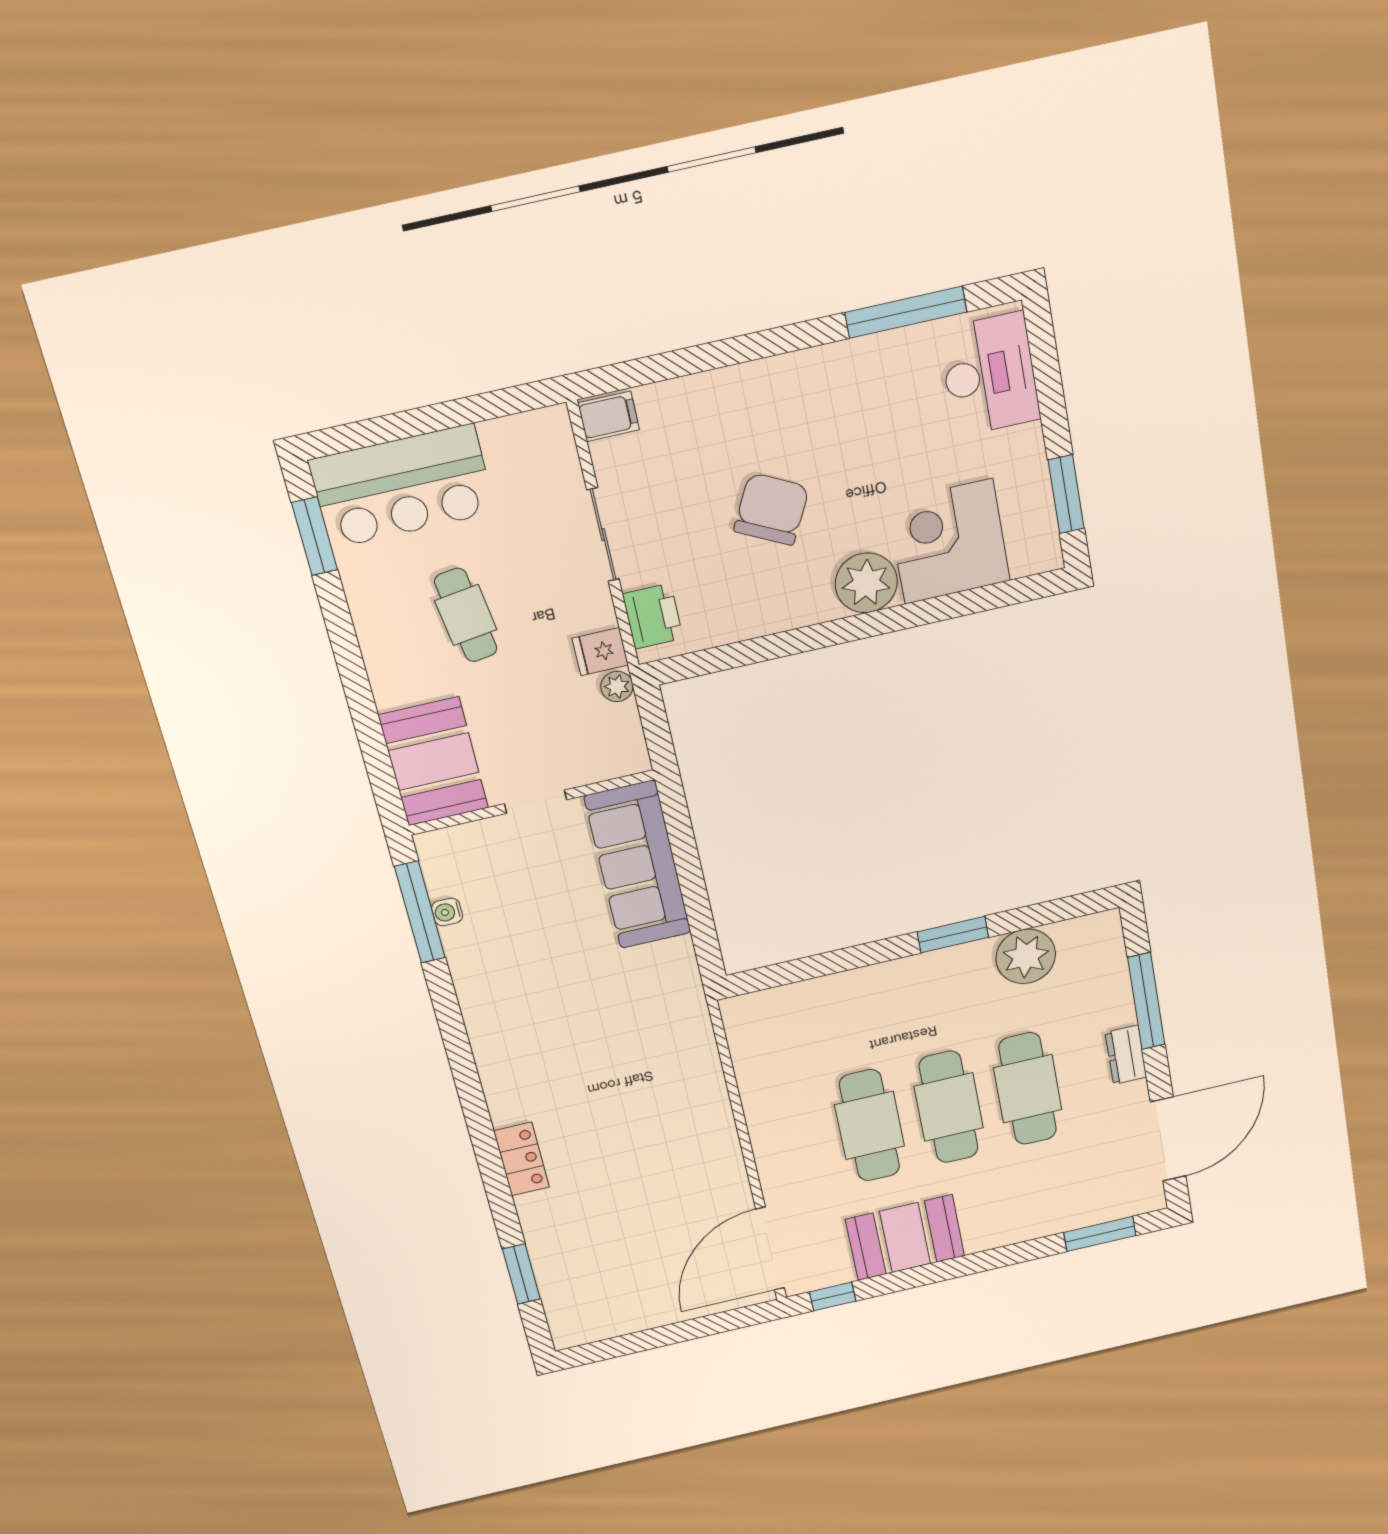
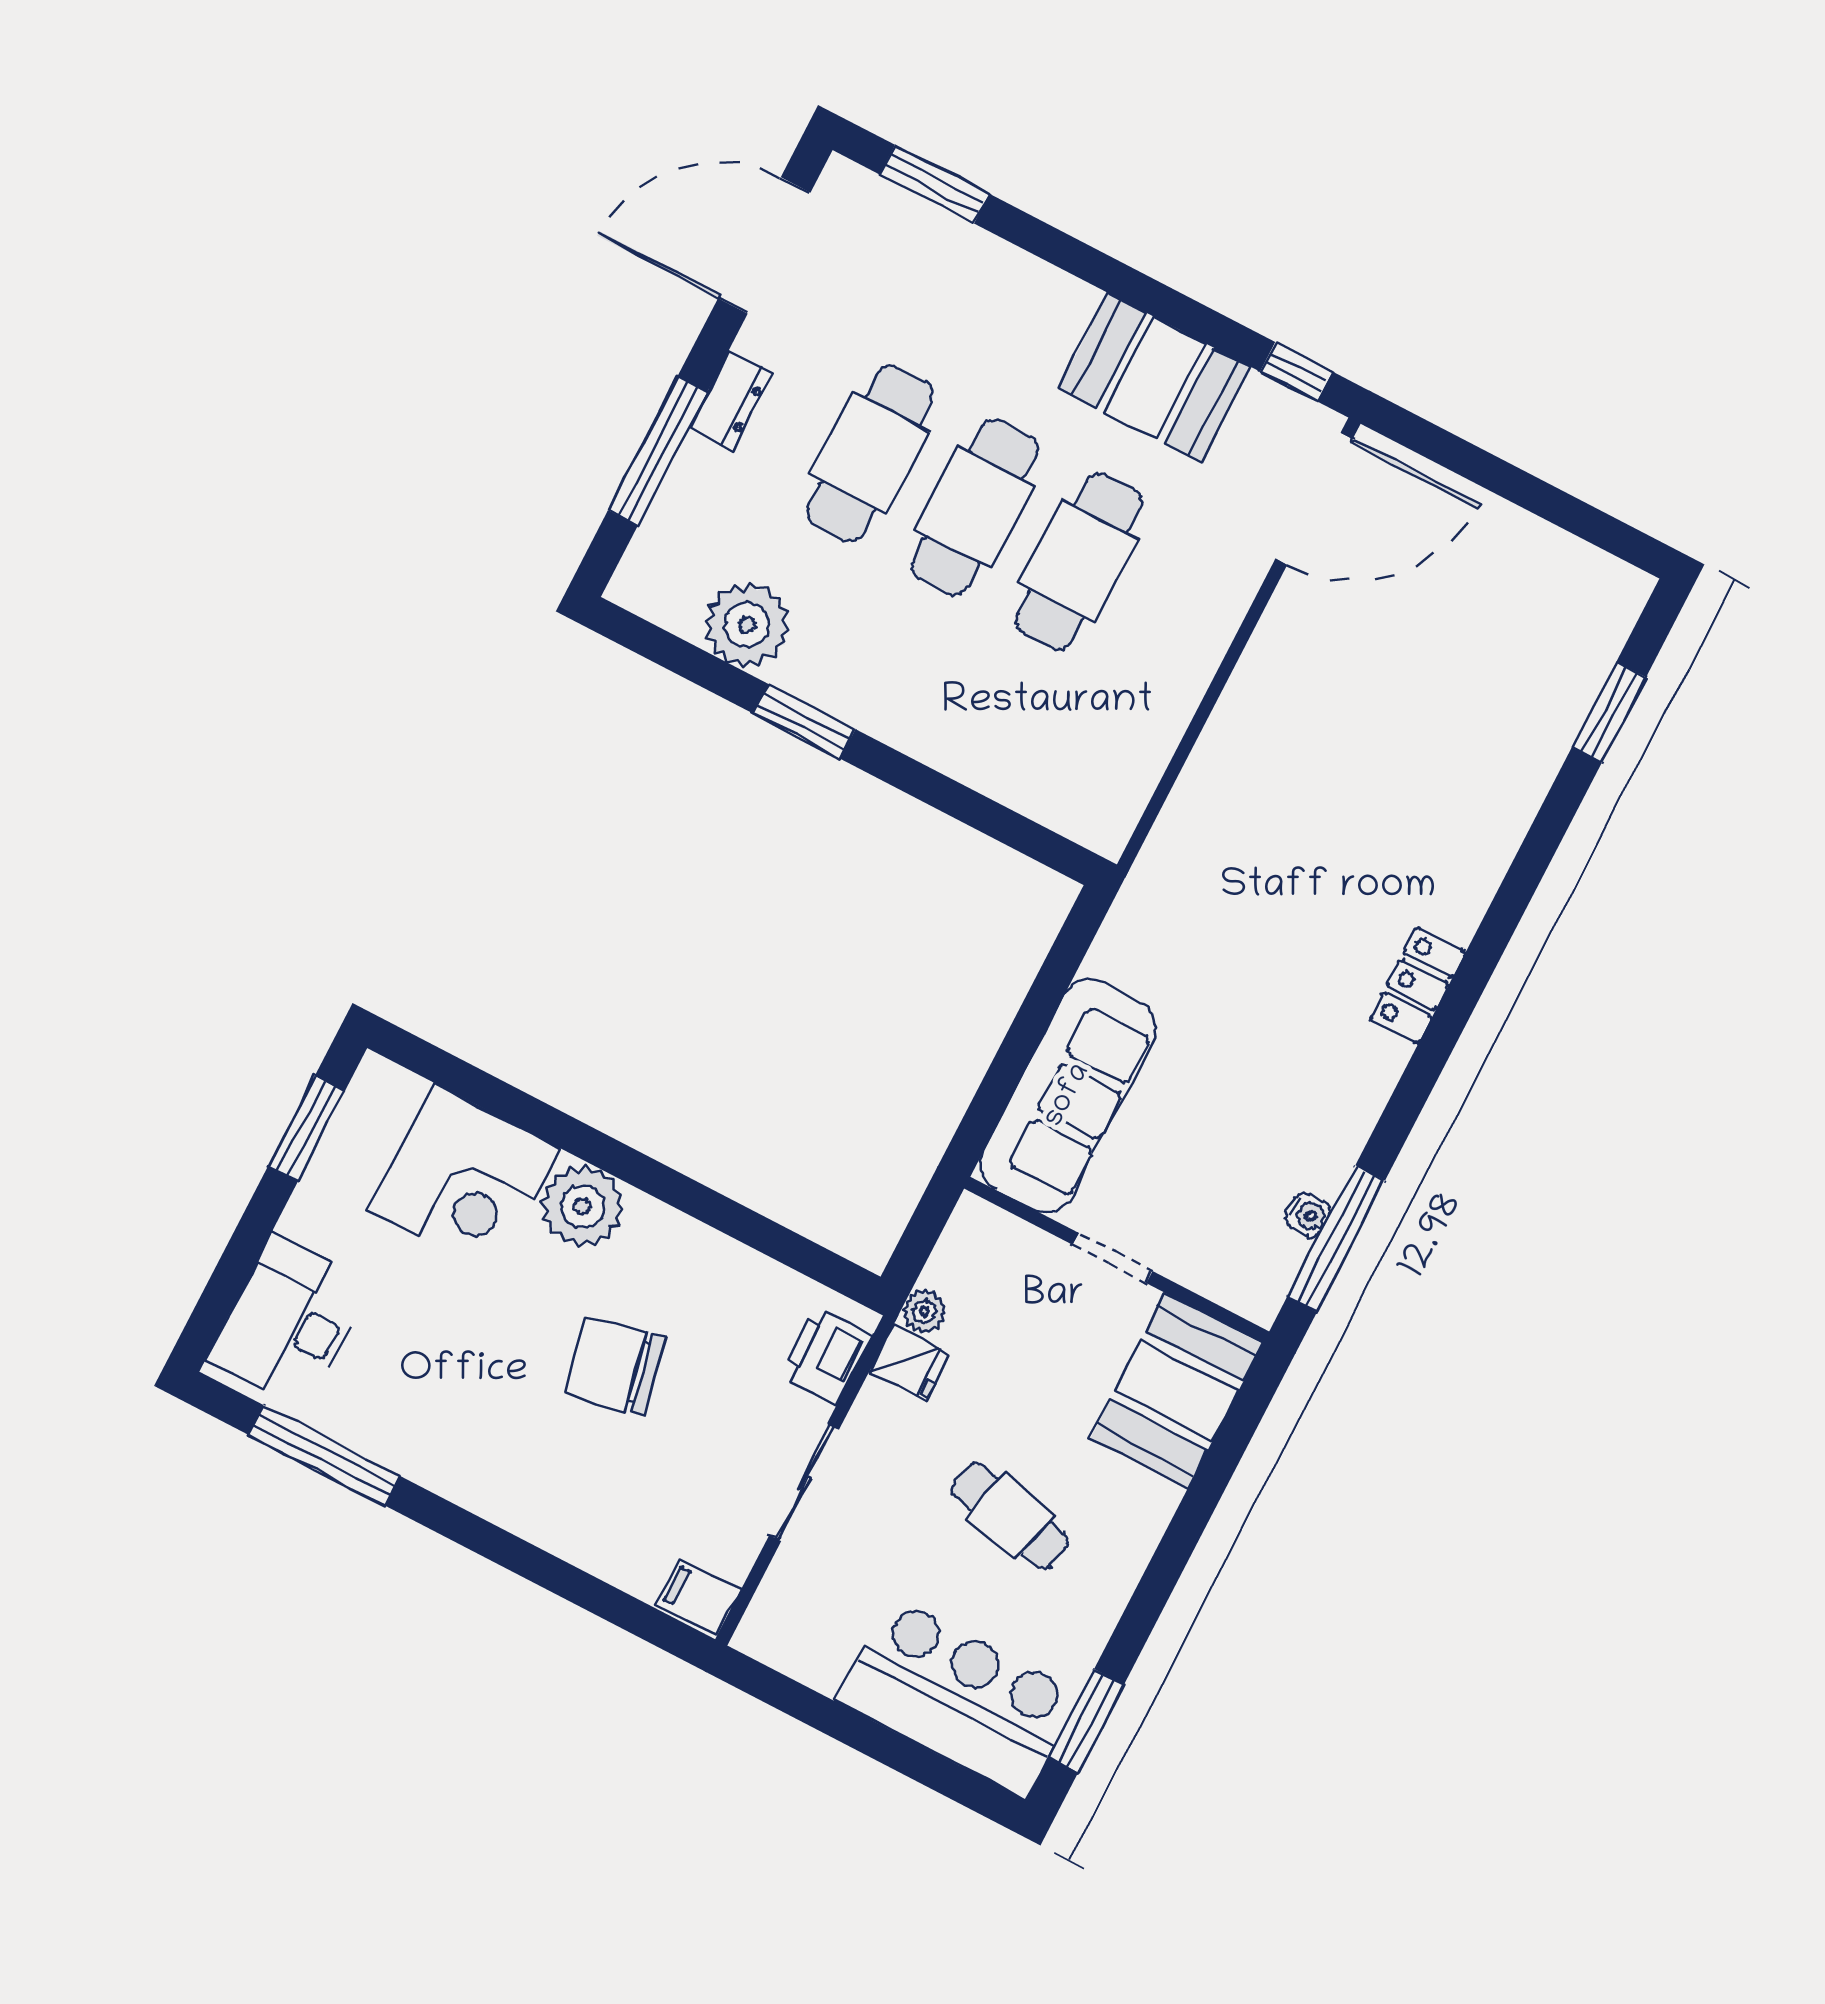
chair: (771, 509) -> (616, 1366), turned 51
cafe table: (466, 615) -> (1010, 1516), turned -69
locker: (521, 1159) -> (1418, 985), moved

